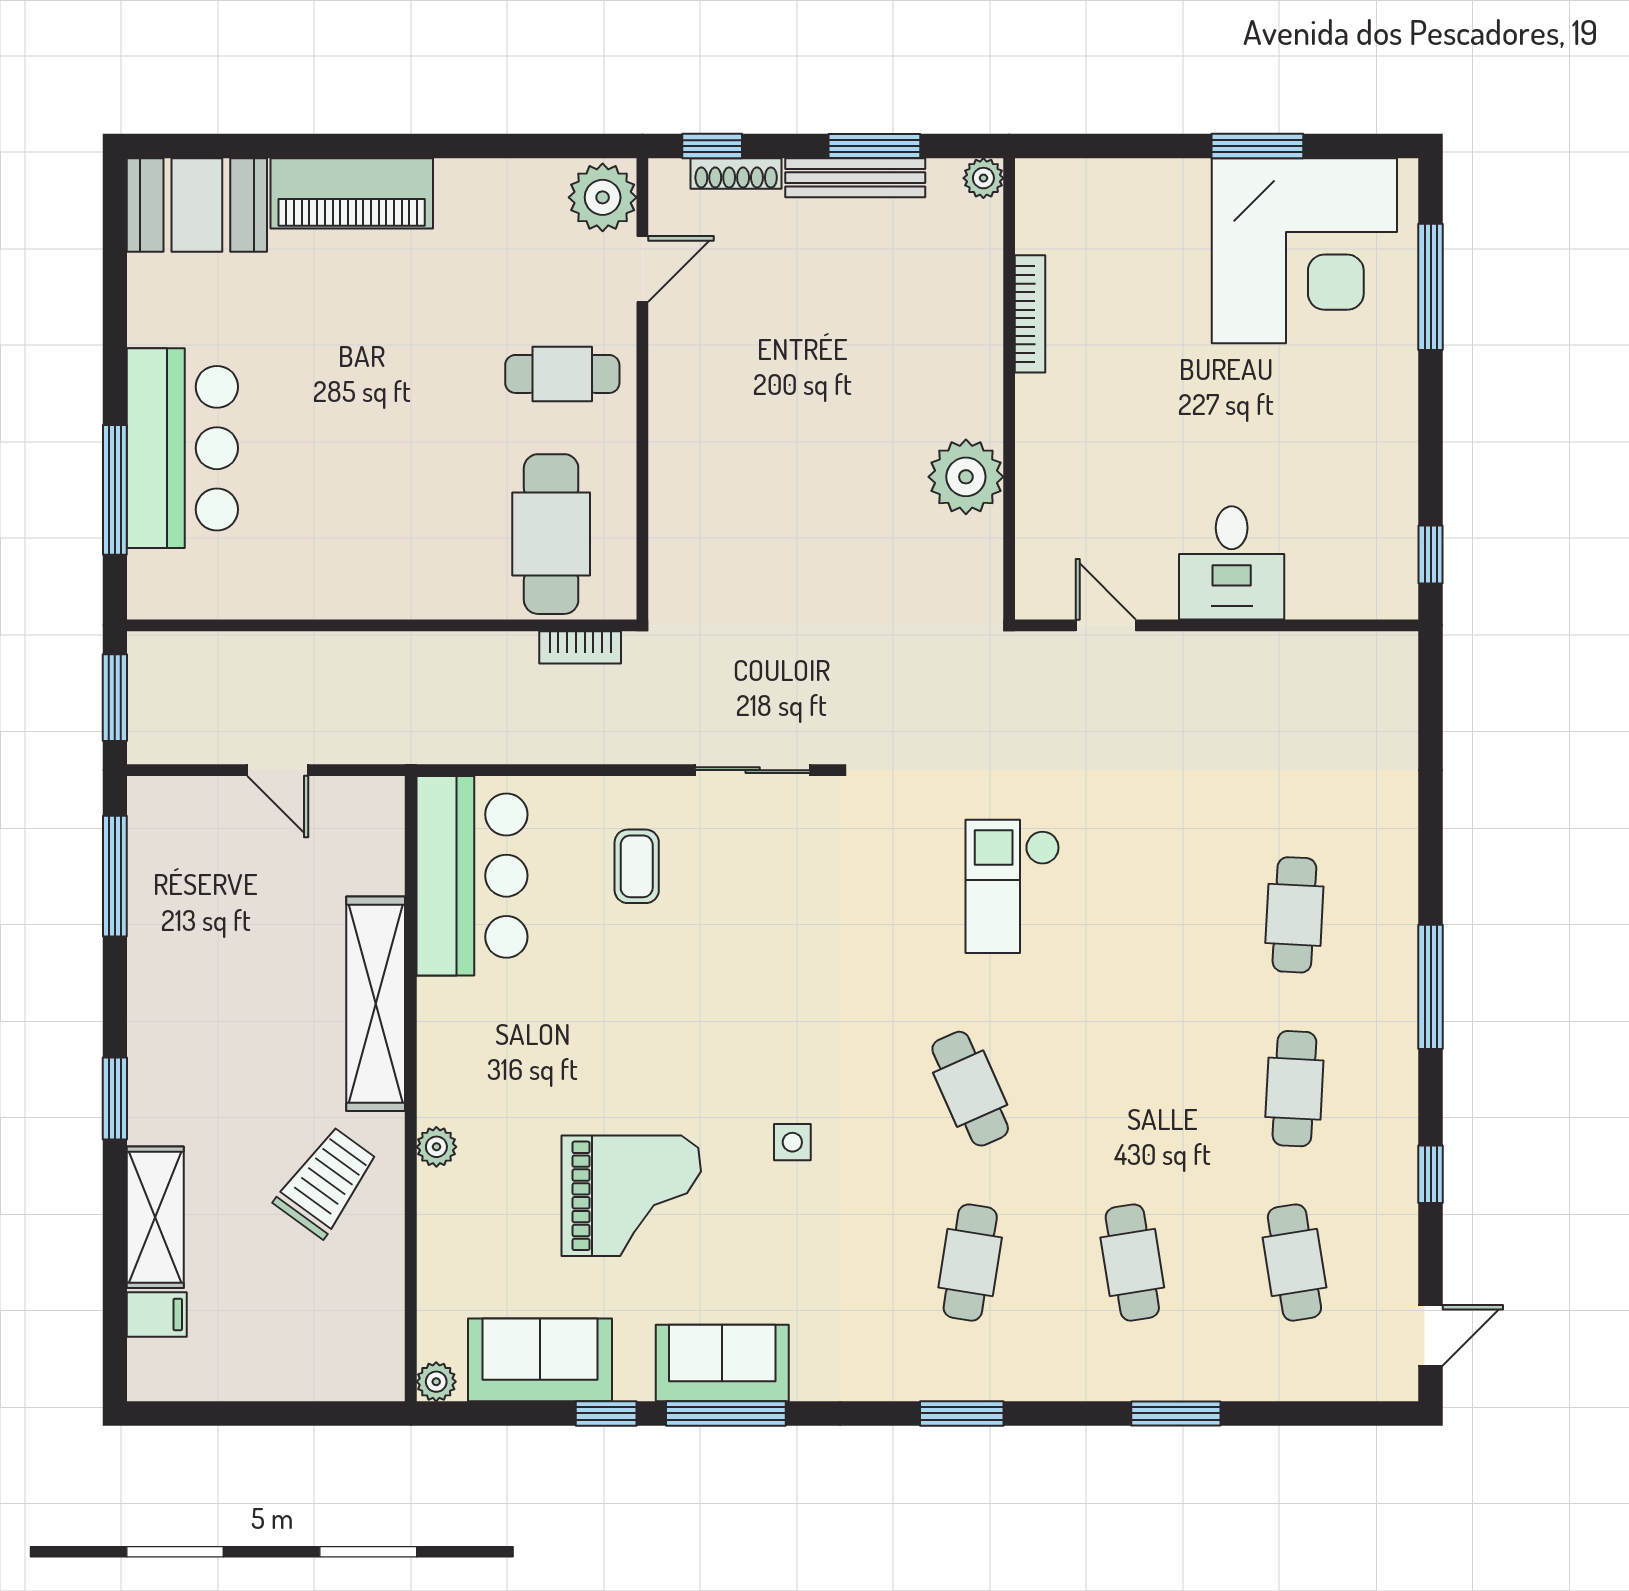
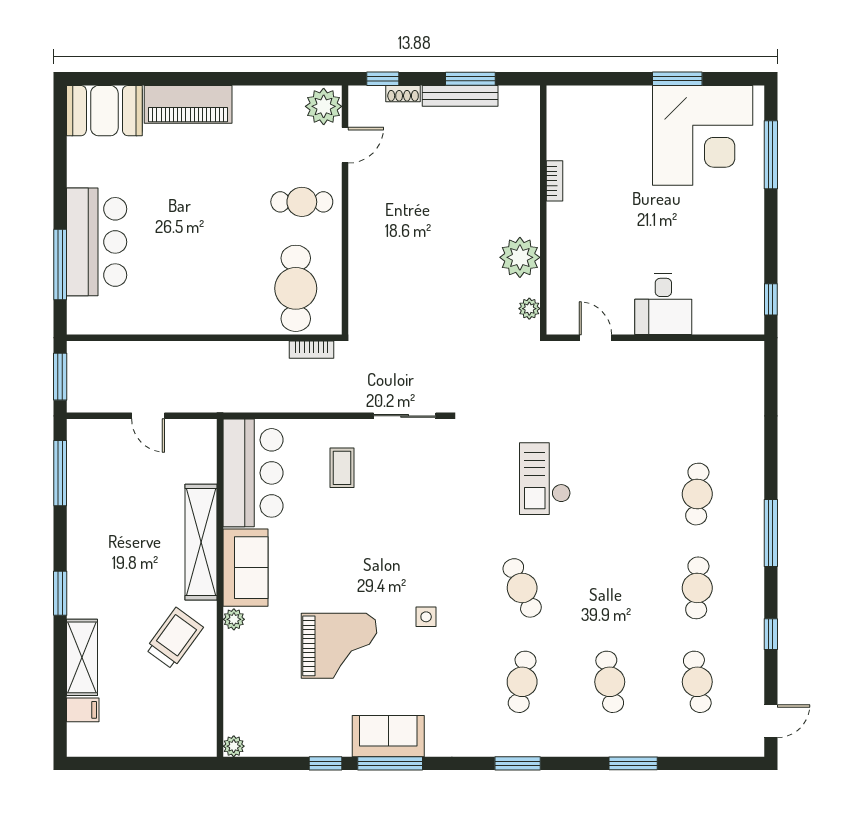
shoe rack: (736, 174) -> (403, 94), width x0.70
plant: (983, 178) -> (529, 309), moved
bookcase: (1030, 314) -> (554, 181), width x0.64
sofa: (540, 1360) -> (245, 568), moved, turned 90

